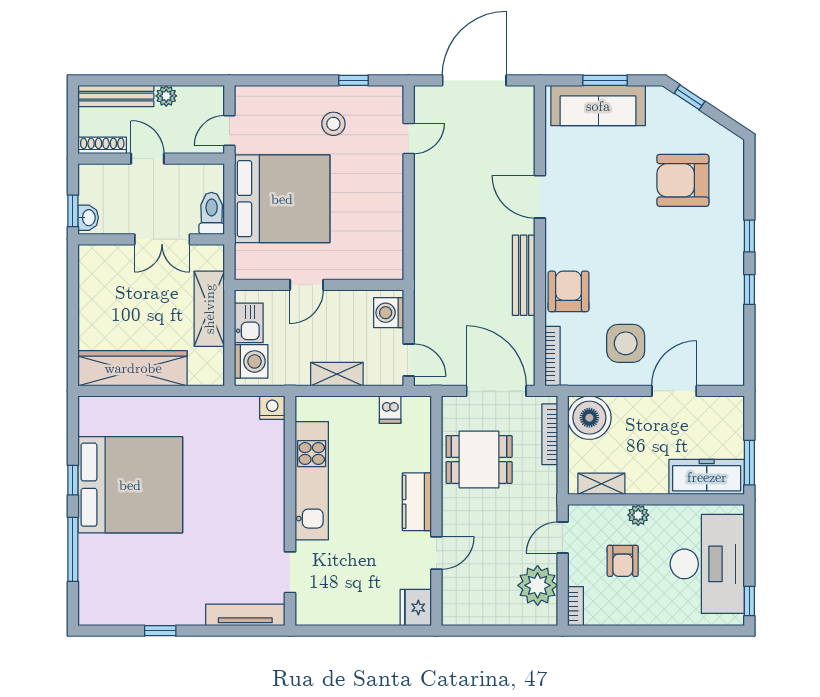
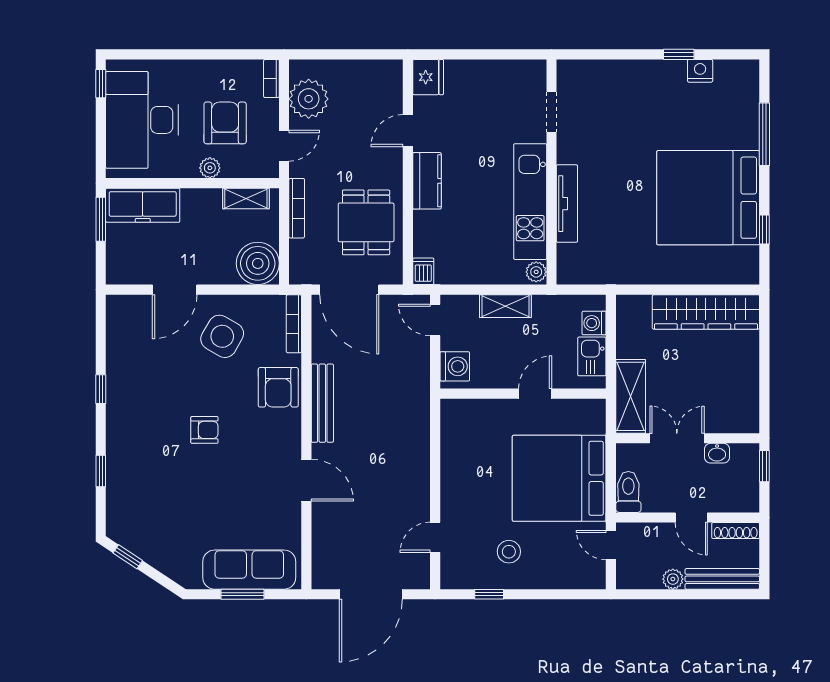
window: (690, 97) -> (128, 557), moved
door: (229, 131) -> (611, 545), swing flipped
armchair: (683, 180) -> (204, 430), moved, width x0.53, depth x0.53
toilet: (212, 213) -> (628, 492), moved, turned 180
washbasin: (88, 218) -> (717, 453), moved, turned -90
window: (749, 236) -> (101, 471), moved
shelving: (209, 309) -> (631, 396), moved
side table: (626, 343) -> (222, 336), turned 30
washing machine: (251, 361) -> (594, 323), width x0.73, depth x0.73
nightstand: (272, 408) -> (700, 71), moved, turned 180
plant: (306, 409) -> (536, 272), added
dishwasher: (390, 410) -> (423, 271), moved
bookcase: (550, 434) -> (297, 208), moved
dining table: (479, 459) -> (366, 222), turned 90
window: (73, 480) -> (764, 230), moved
armchair: (623, 561) -> (225, 123), width x1.38, depth x1.38
tv unit: (245, 615) -> (567, 204), moved, turned -90

